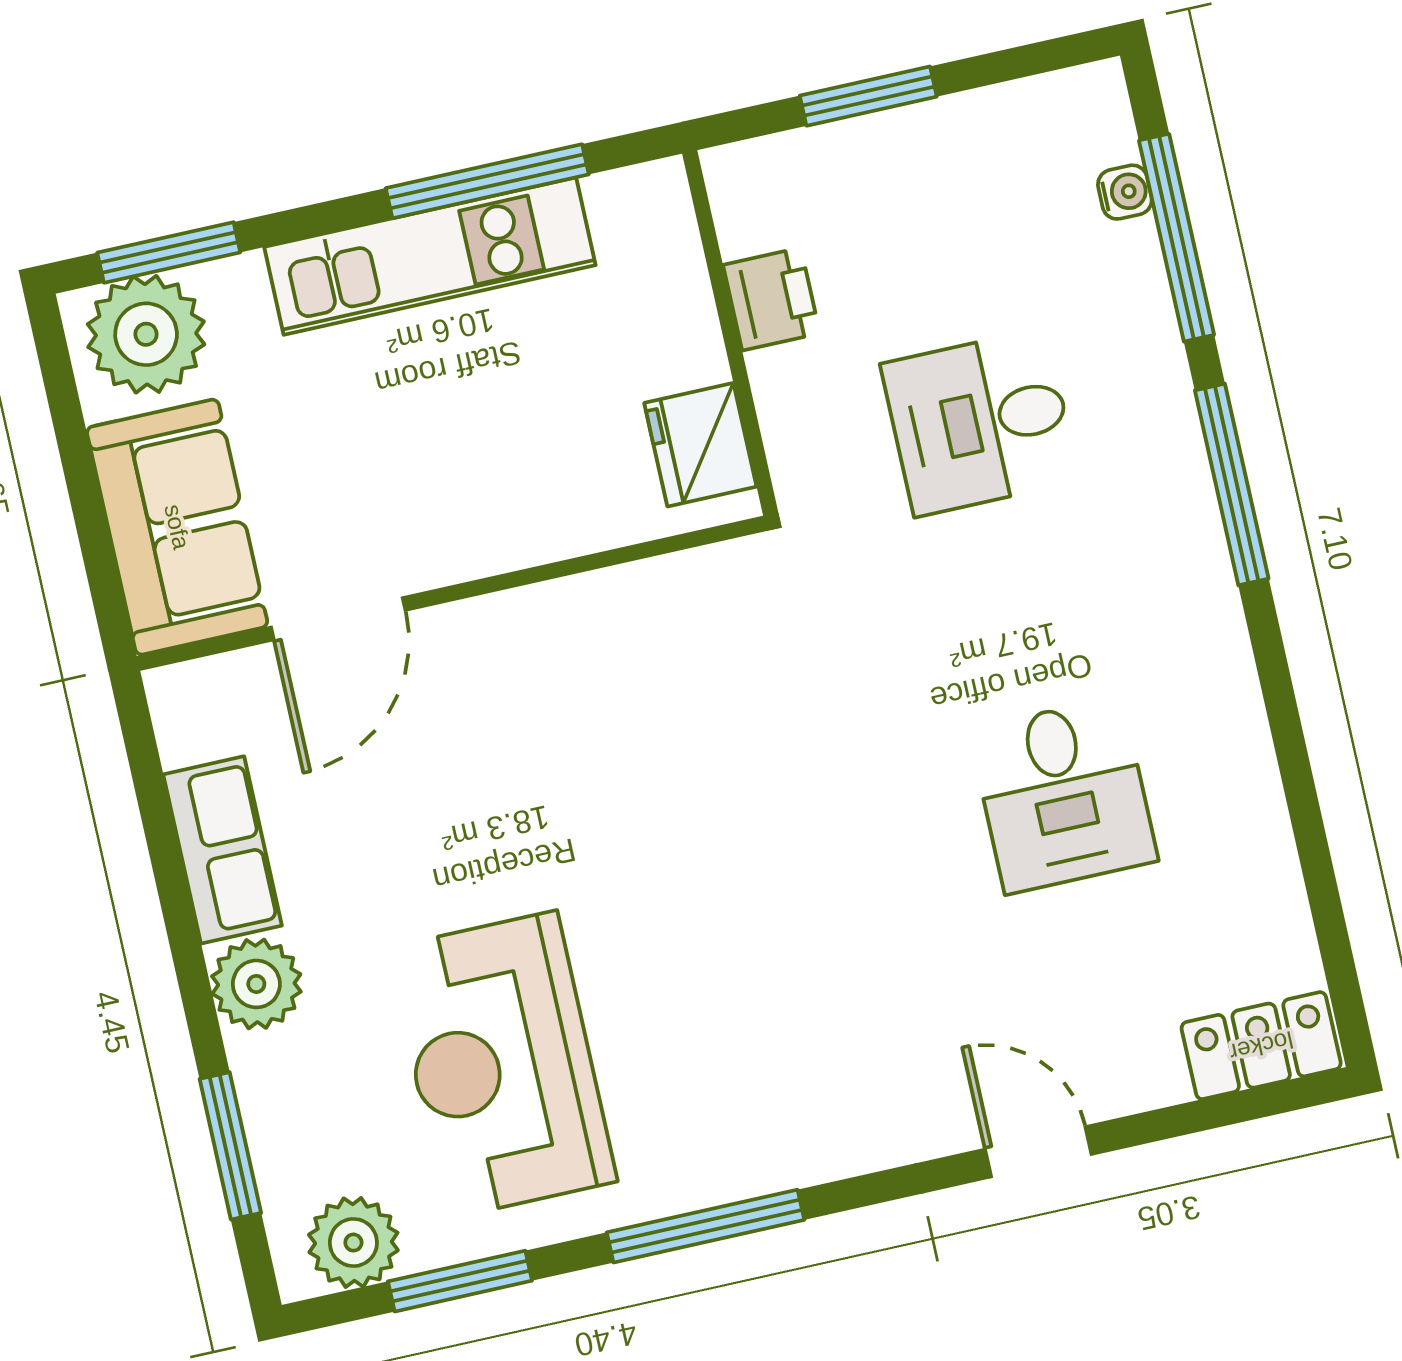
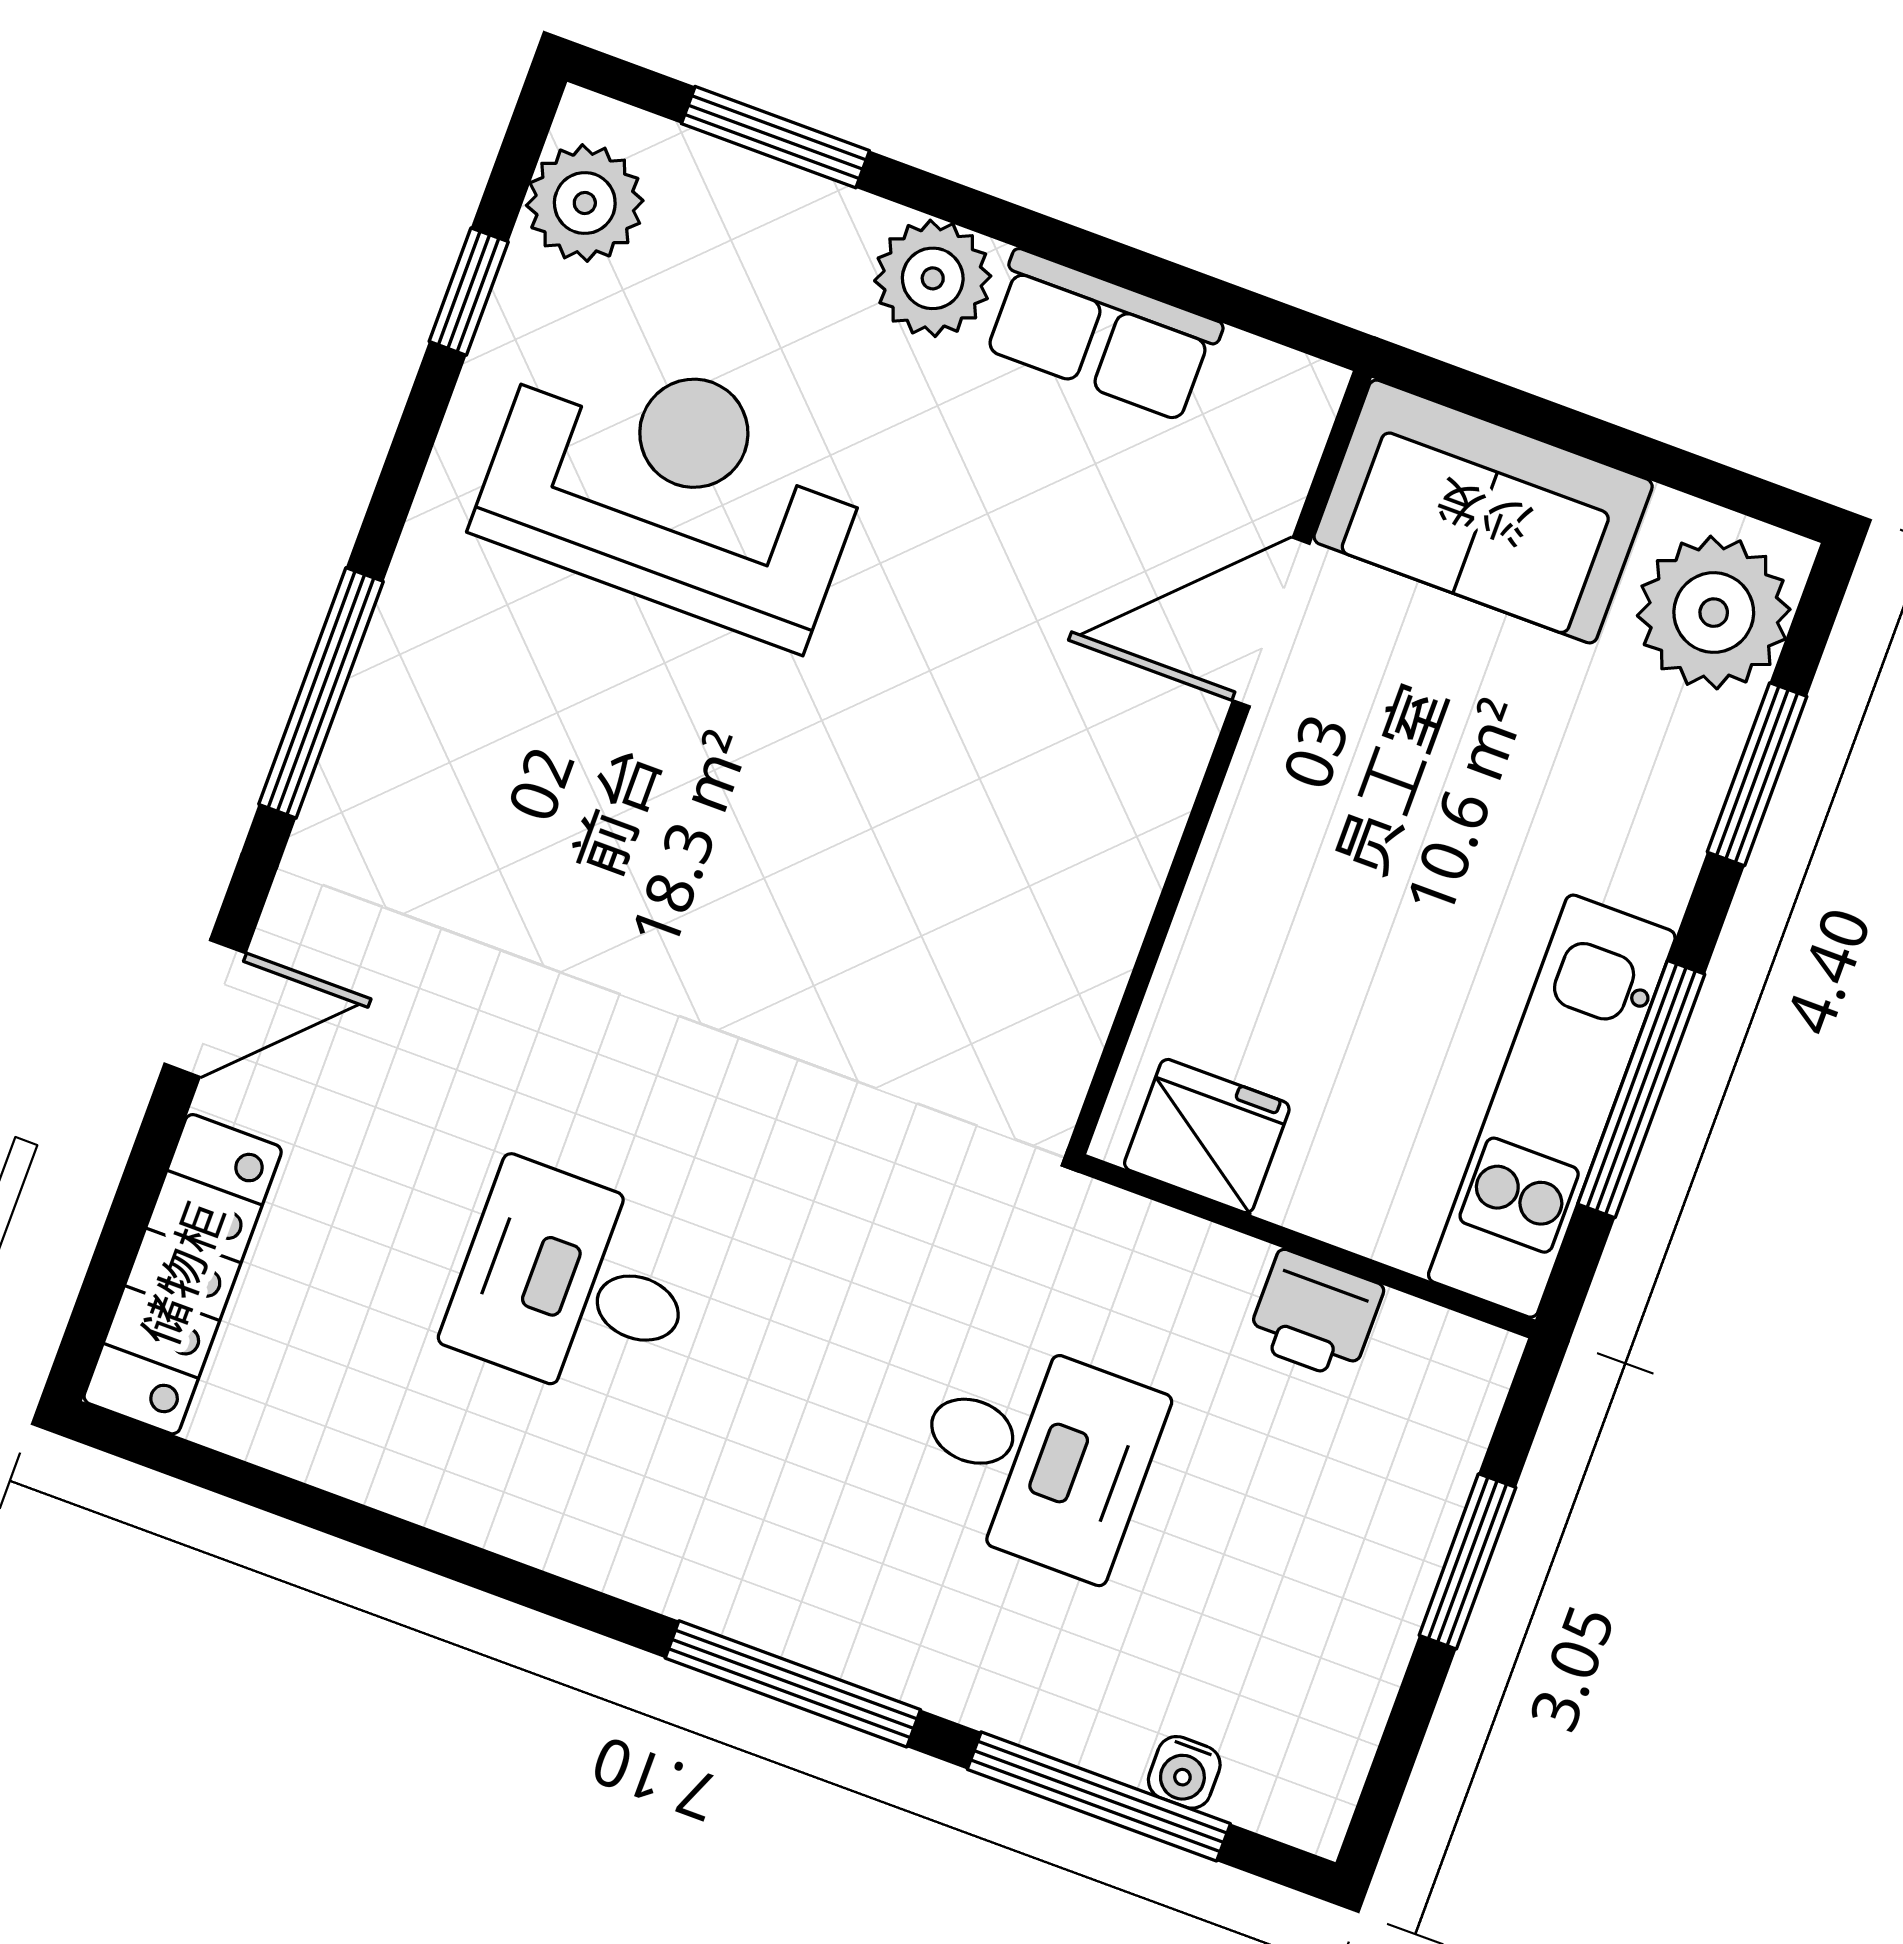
window: (169, 252) -> (1757, 774), moved
kitchen unit: (430, 256) -> (1552, 1106), moved
desk: (980, 422) -> (1036, 1455), turned 90
door: (338, 619) -> (1271, 622), hinge flipped
locker: (1261, 1046) -> (183, 1274), width x1.53
window: (706, 1226) -> (321, 693), moved
window: (460, 1281) -> (469, 292), width x0.67

